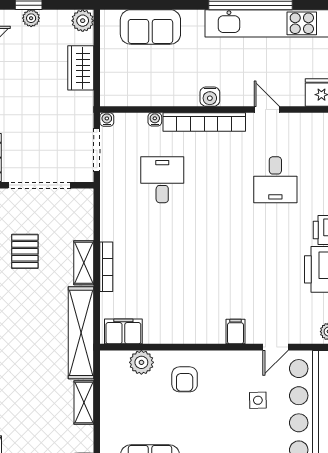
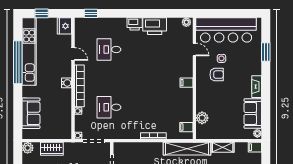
door: (267, 110) -> (73, 54), swing flipped
desk: (275, 180) -> (109, 50), turned 180
shelving: (84, 263) -> (151, 147), removed
filing cabinet: (123, 331) -> (186, 127), width x0.50
filing cabinet: (236, 332) -> (186, 83), moved
armchair: (185, 379) -> (217, 75), moved

